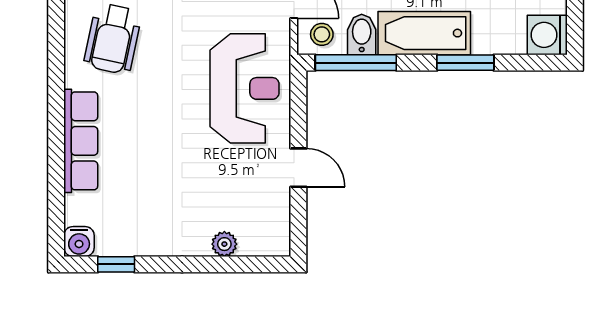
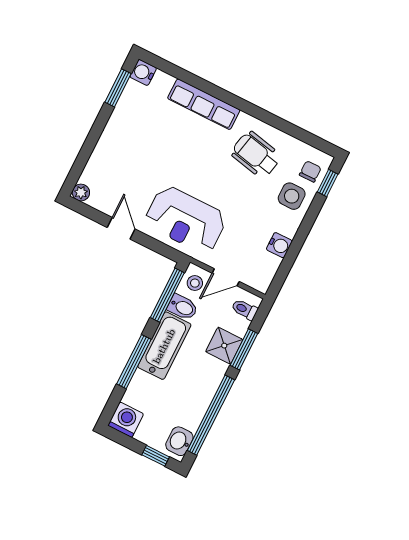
window: (465, 63) -> (134, 362), width x1.44
door: (298, 168) -> (121, 228), swing flipped
plant: (224, 244) -> (81, 192), moved
window: (116, 264) -> (118, 88), width x1.50

